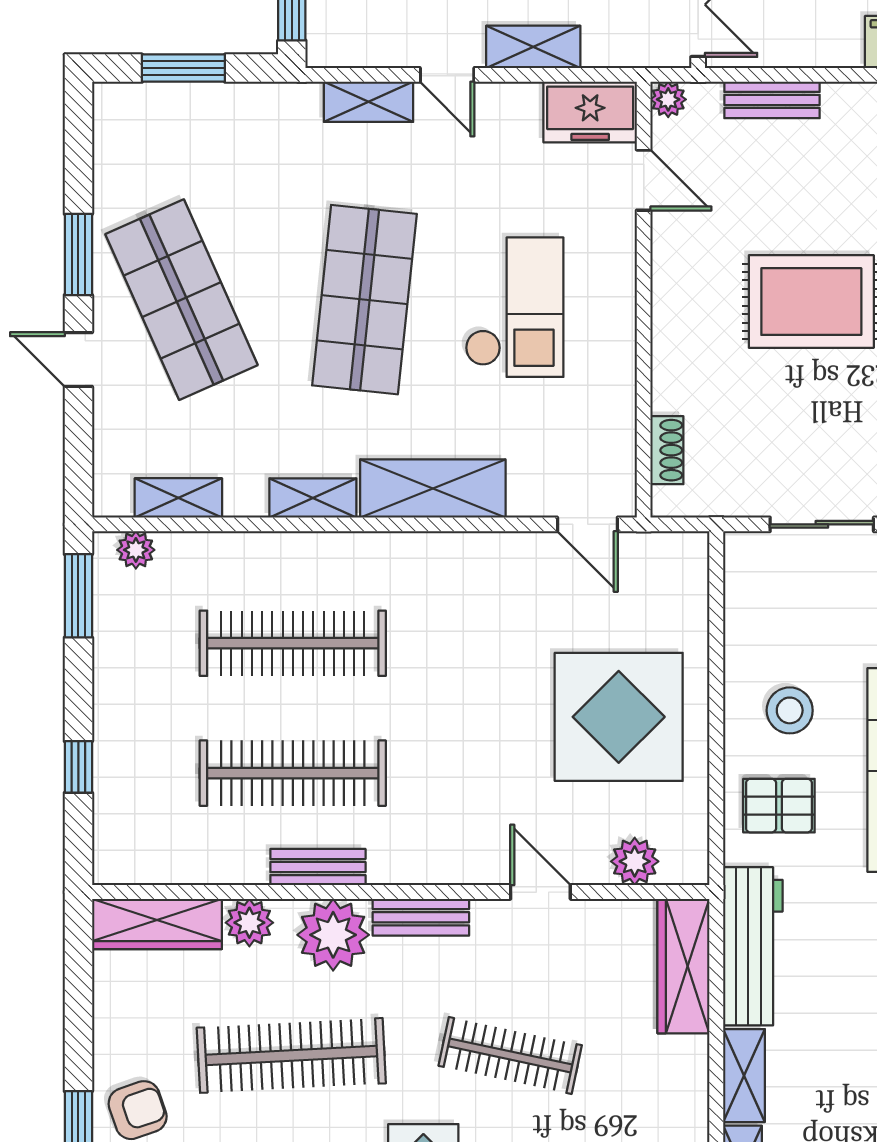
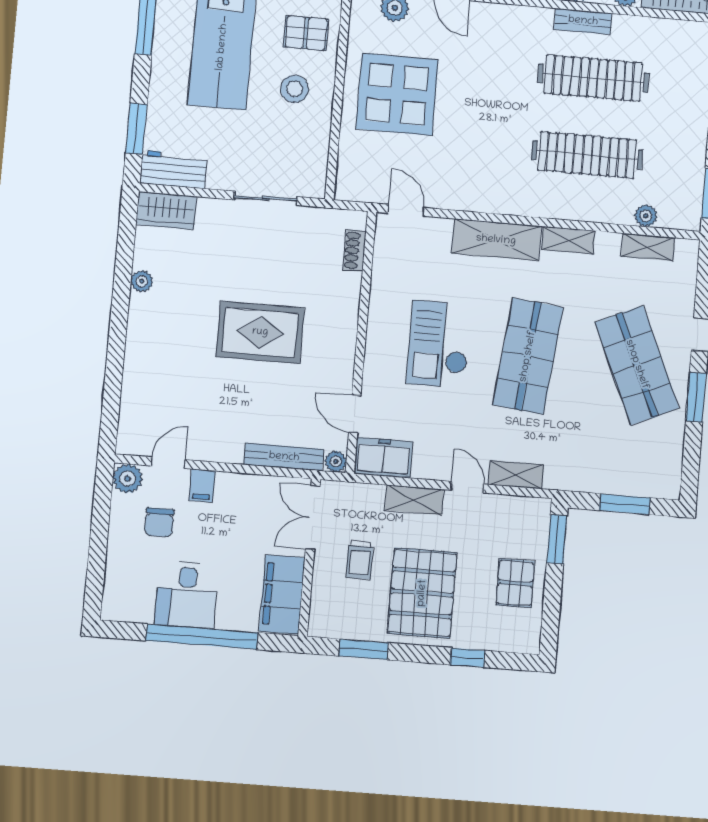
bench: (772, 100) -> (284, 457), width x1.36
plant: (136, 550) -> (646, 216), moved

